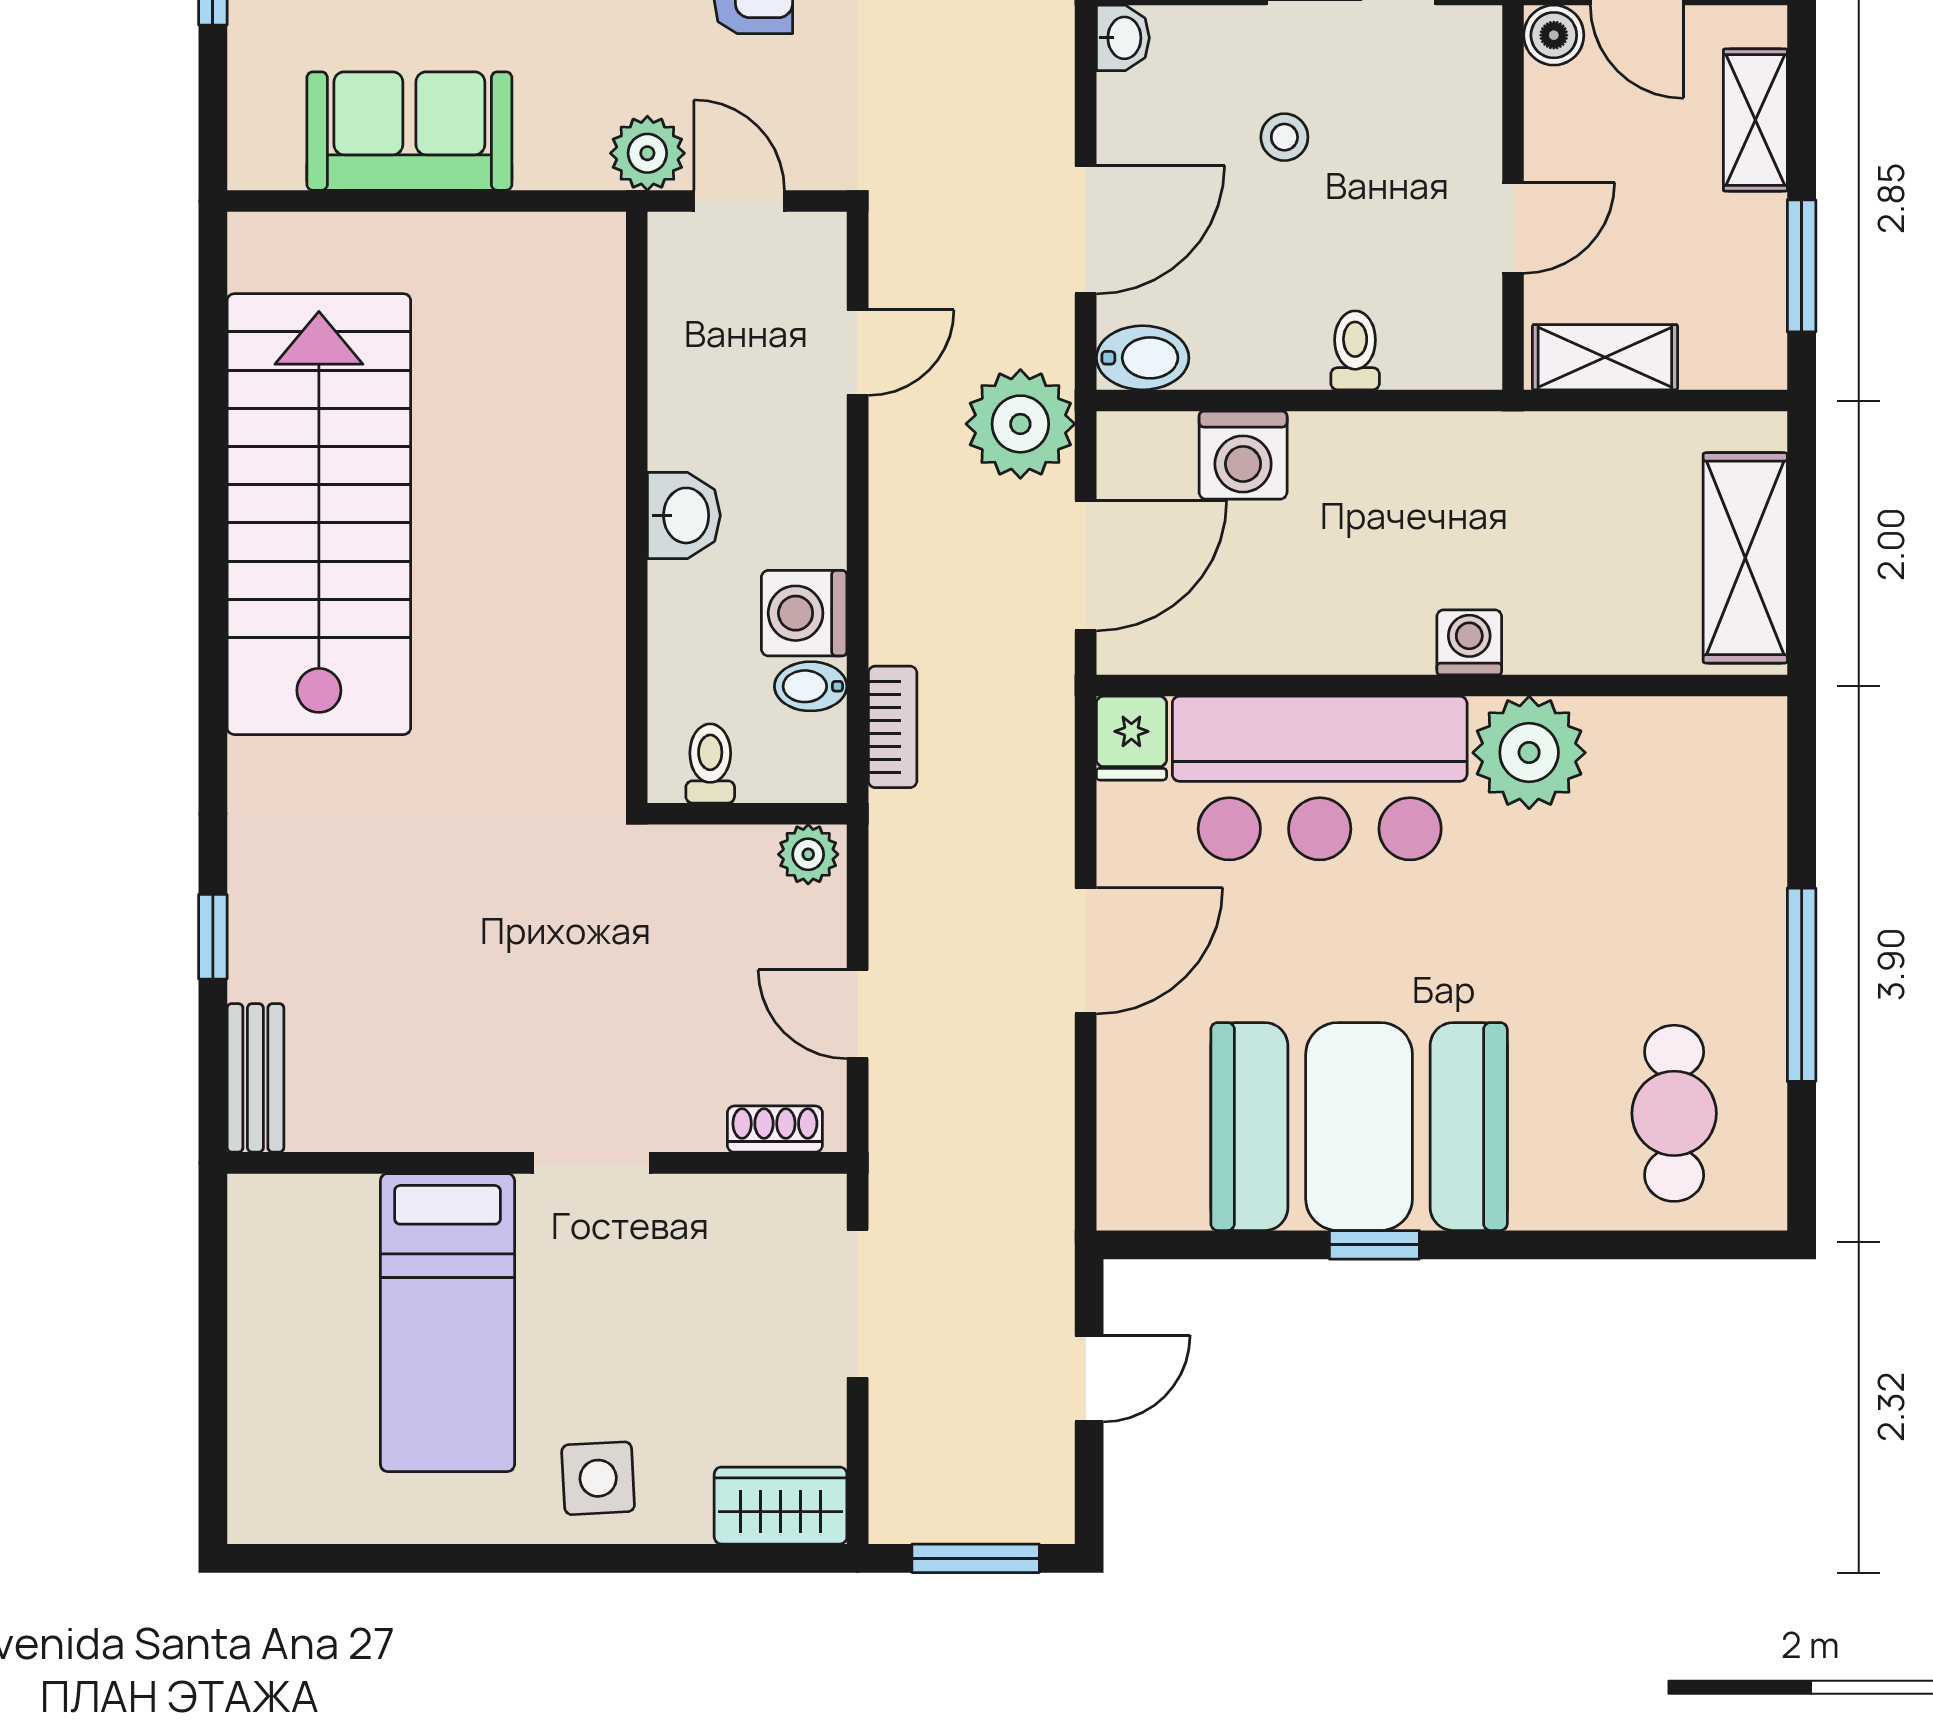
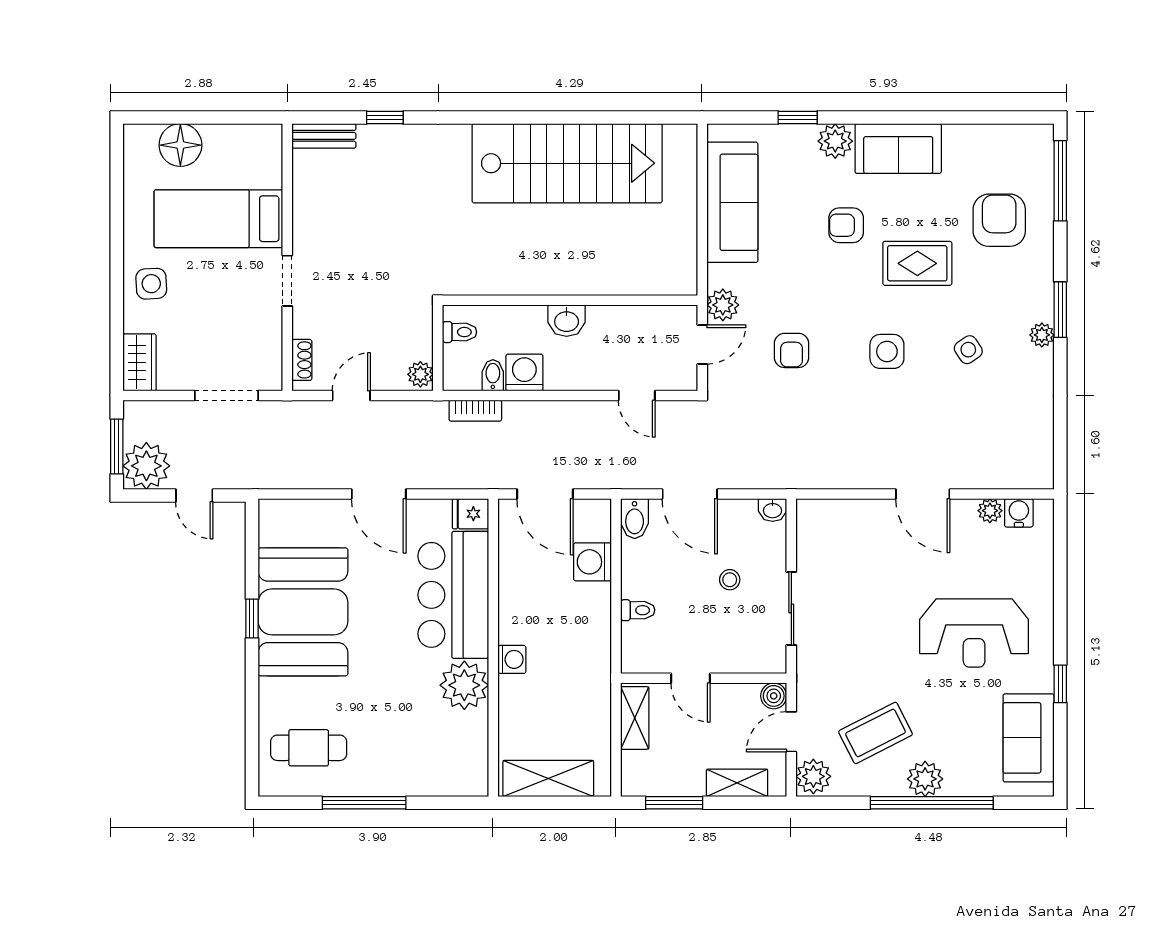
sofa: (409, 131) -> (732, 202), width x1.36
plant: (1020, 424) -> (146, 466), moved
floor lamp: (277, 1411) -> (180, 145), added

